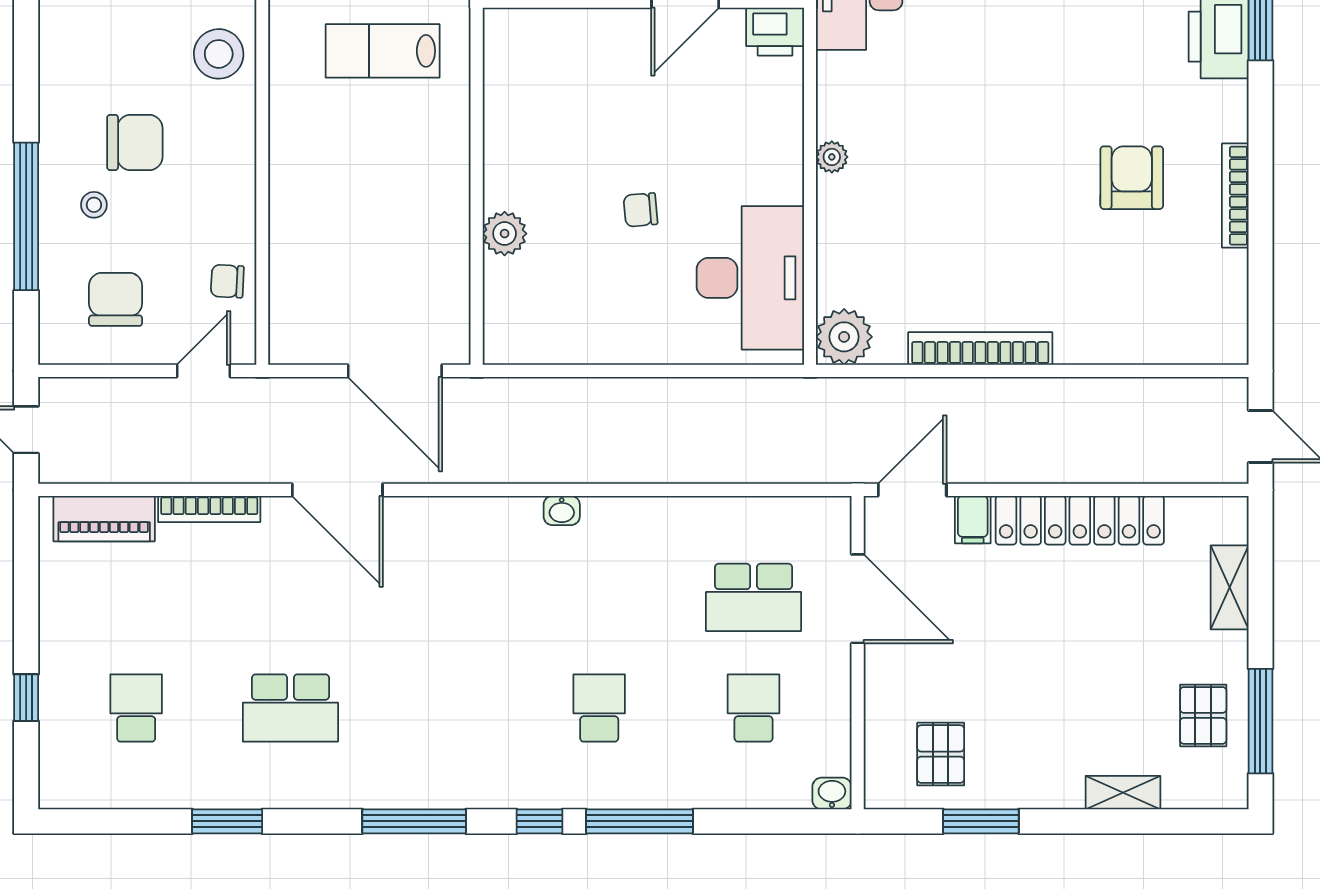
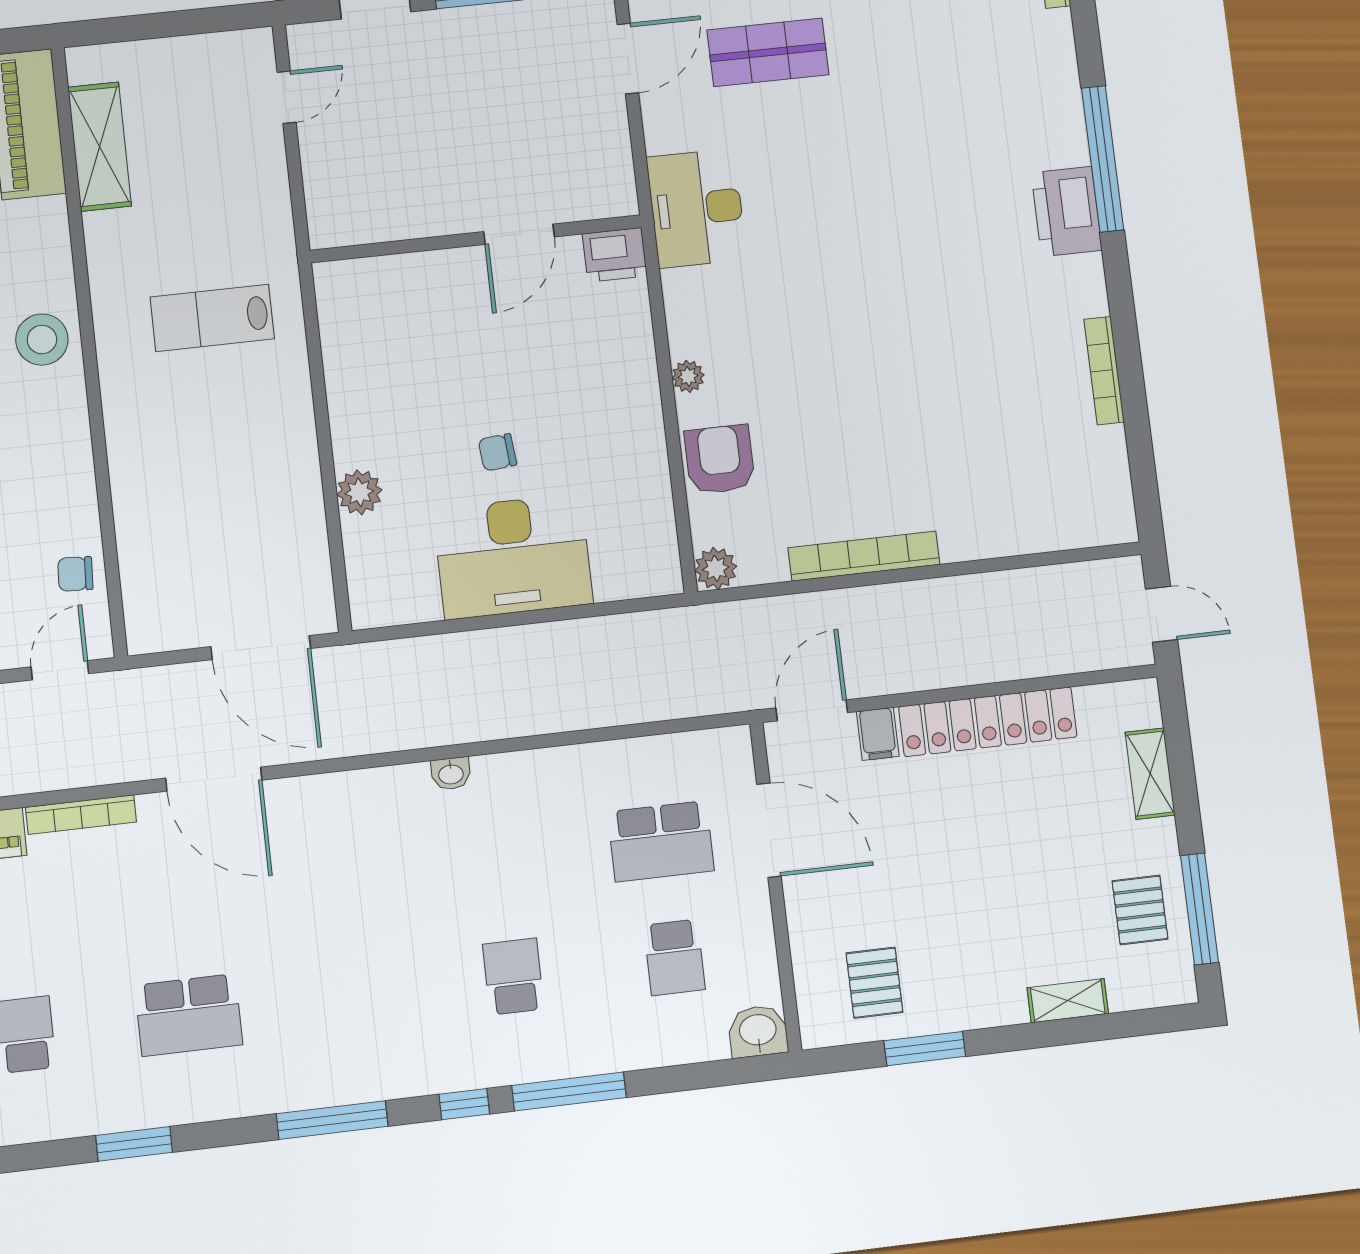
armchair: (1132, 178) -> (720, 459), moved
desk: (750, 278) -> (513, 556), moved, turned 90
plant: (844, 337) -> (716, 568), width x0.73, depth x0.73
school desk: (754, 708) -> (674, 957), turned 180
washbasin: (832, 794) -> (758, 1031), width x1.38, depth x1.45

